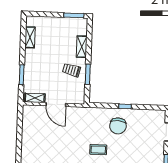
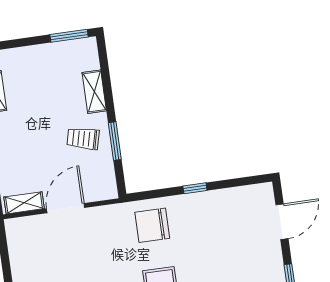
door: (56, 105) -> (66, 208), swing flipped
chair: (118, 126) -> (152, 225), moved, turned 86

